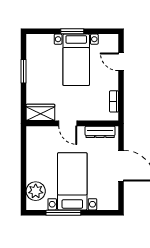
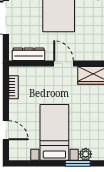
window: (72, 31) -> (78, 163), moved
plant: (48, 40) -> (86, 154), added

